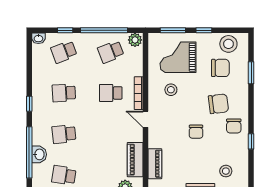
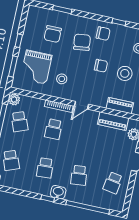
stool: (228, 44) -> (125, 73), moved
chair: (220, 68) -> (53, 34), turned 180
washbasin: (39, 154) -> (58, 192), moved

